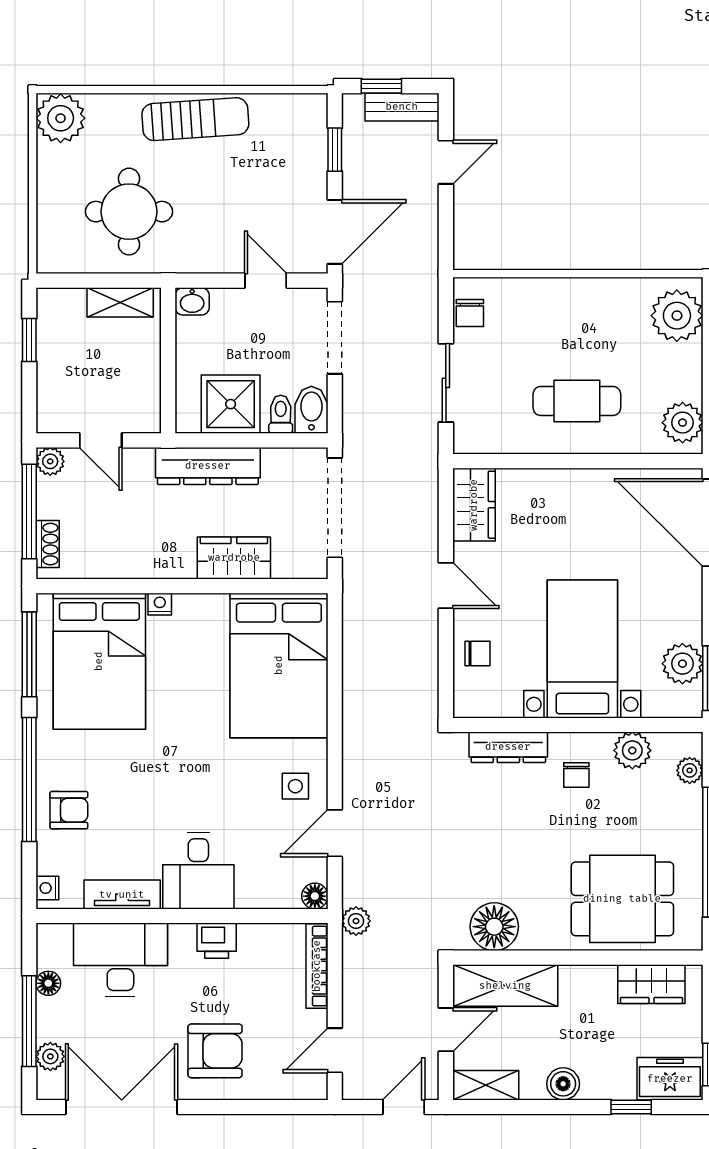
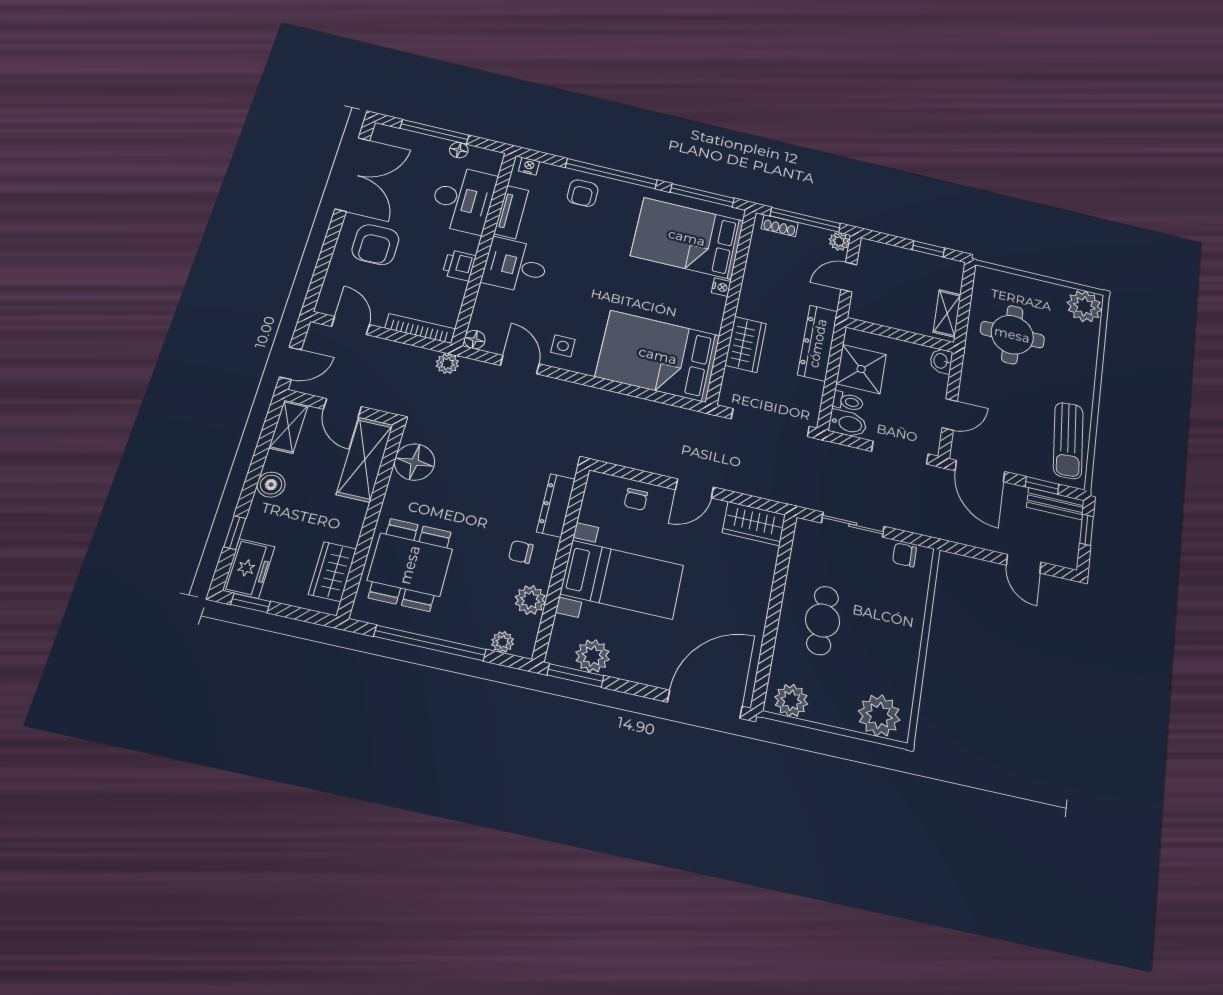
bench: (402, 107) -> (1055, 504), moved, turned 90
sun lounger: (195, 119) -> (1068, 440), moved
plant: (50, 1056) -> (404, 139), removed
door: (404, 1107) -> (290, 363), hinge flipped

